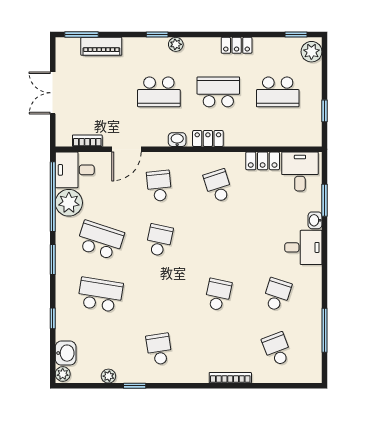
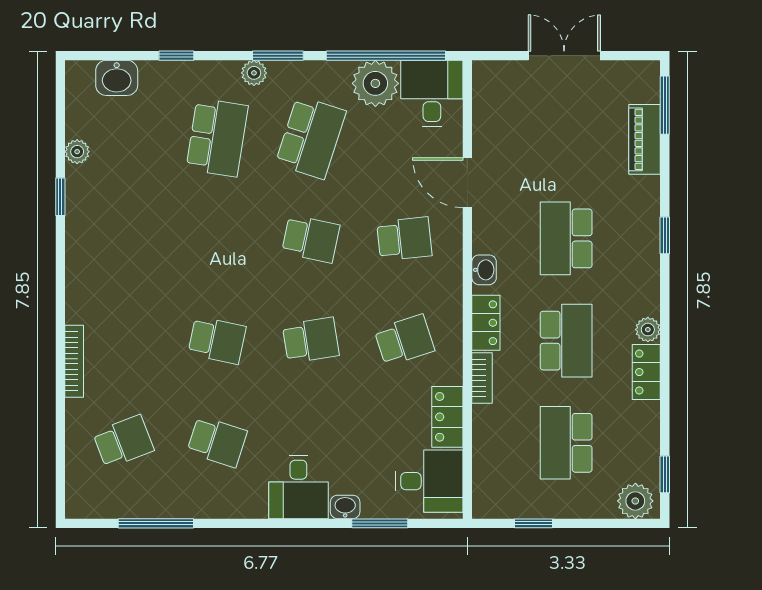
plant: (176, 44) -> (648, 330), moved
bookcase: (87, 141) -> (482, 378), moved
school desk: (159, 349) -> (311, 340), moved
plant: (63, 374) -> (254, 73), moved

